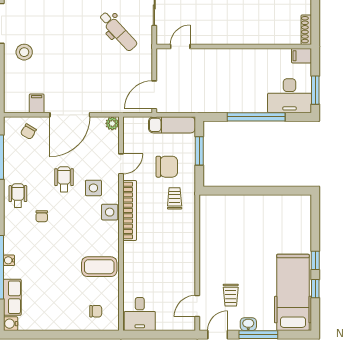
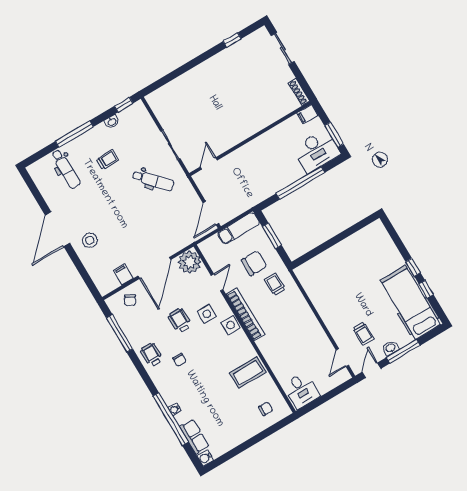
plant: (112, 123) -> (190, 262), width x1.88, depth x1.88

